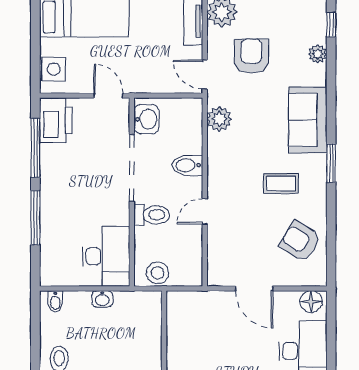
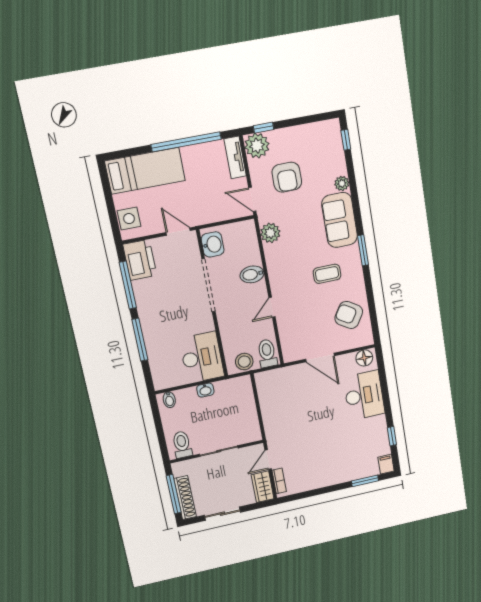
plant: (318, 54) -> (342, 183), moved
armchair: (251, 56) -> (287, 177), turned 180
toilet: (152, 215) -> (267, 353), moved, turned -90

